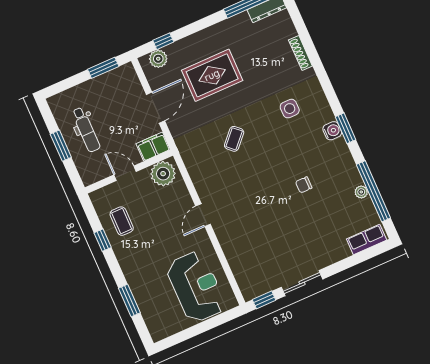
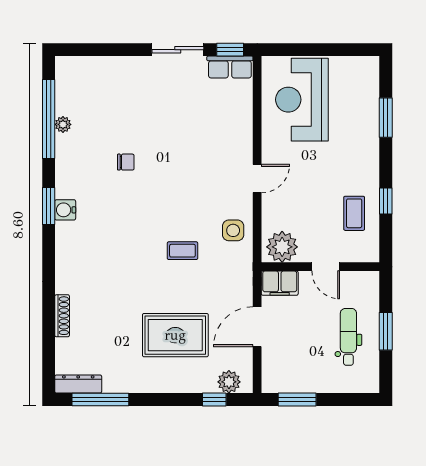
side table: (290, 109) -> (233, 230), moved
coffee table: (234, 139) -> (182, 251), turned 47
row of seats: (367, 239) -> (230, 67), moved

